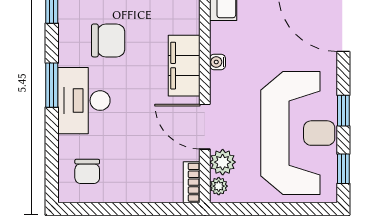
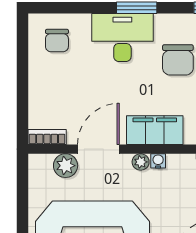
chair: (87, 171) -> (57, 41), turned -90
plant: (219, 186) -> (141, 162), moved

